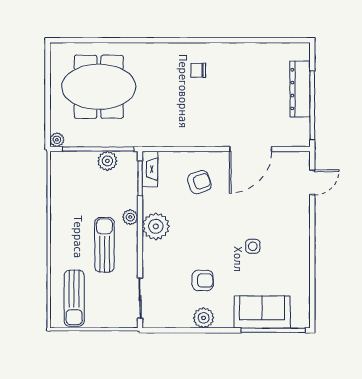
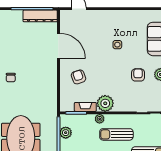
dresser: (300, 89) -> (40, 16), moved
fireplace: (150, 169) -> (85, 107), moved

